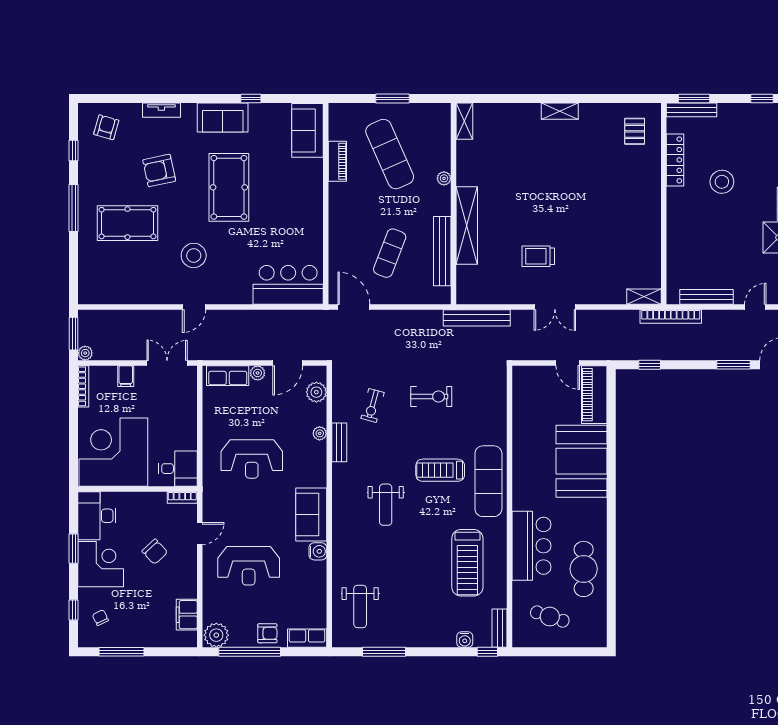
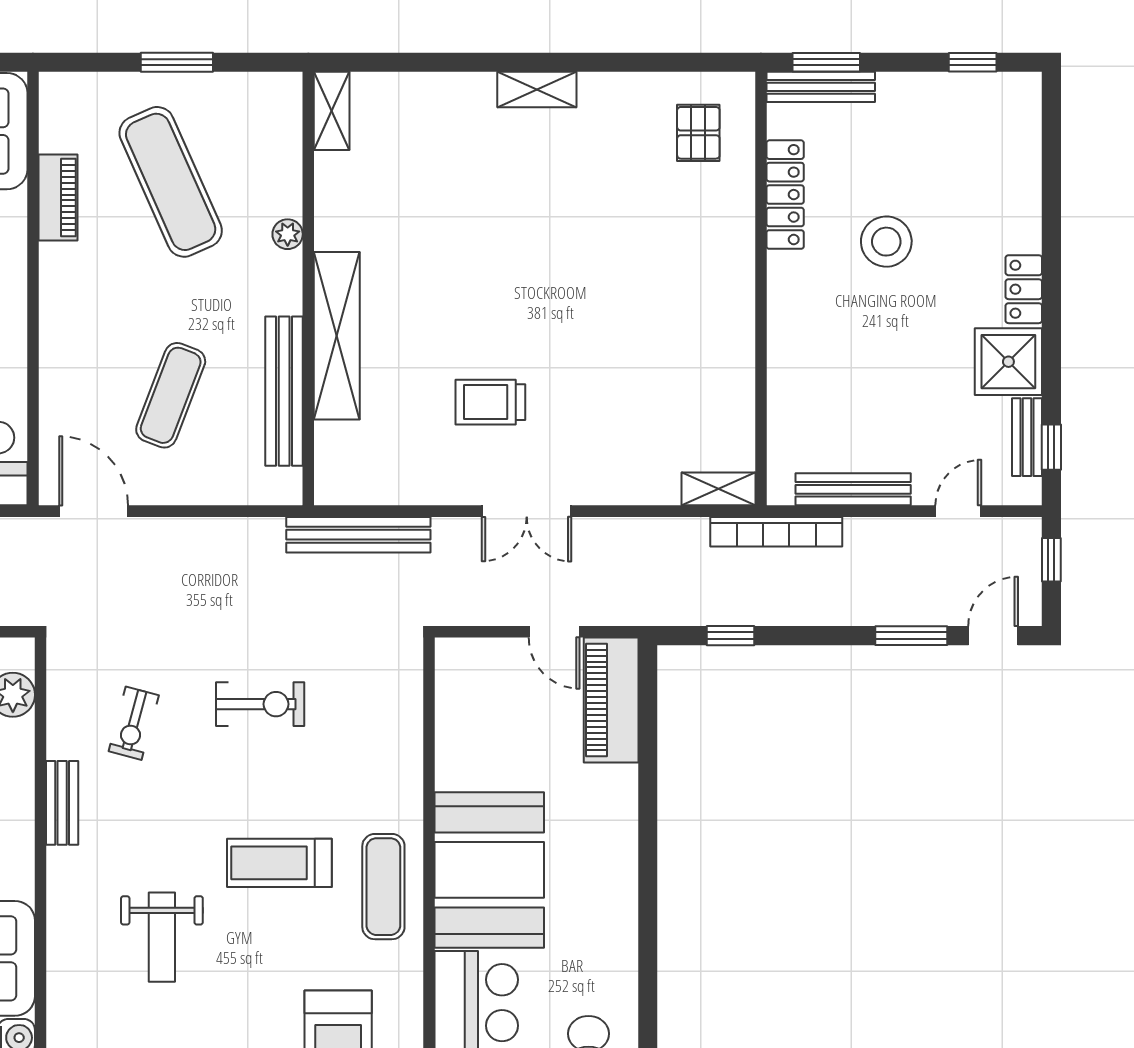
plant: (320, 433) -> (20, 783), removed
booth: (581, 461) -> (489, 870), moved
exercise mat: (488, 481) -> (383, 887), width x0.73, depth x0.69

